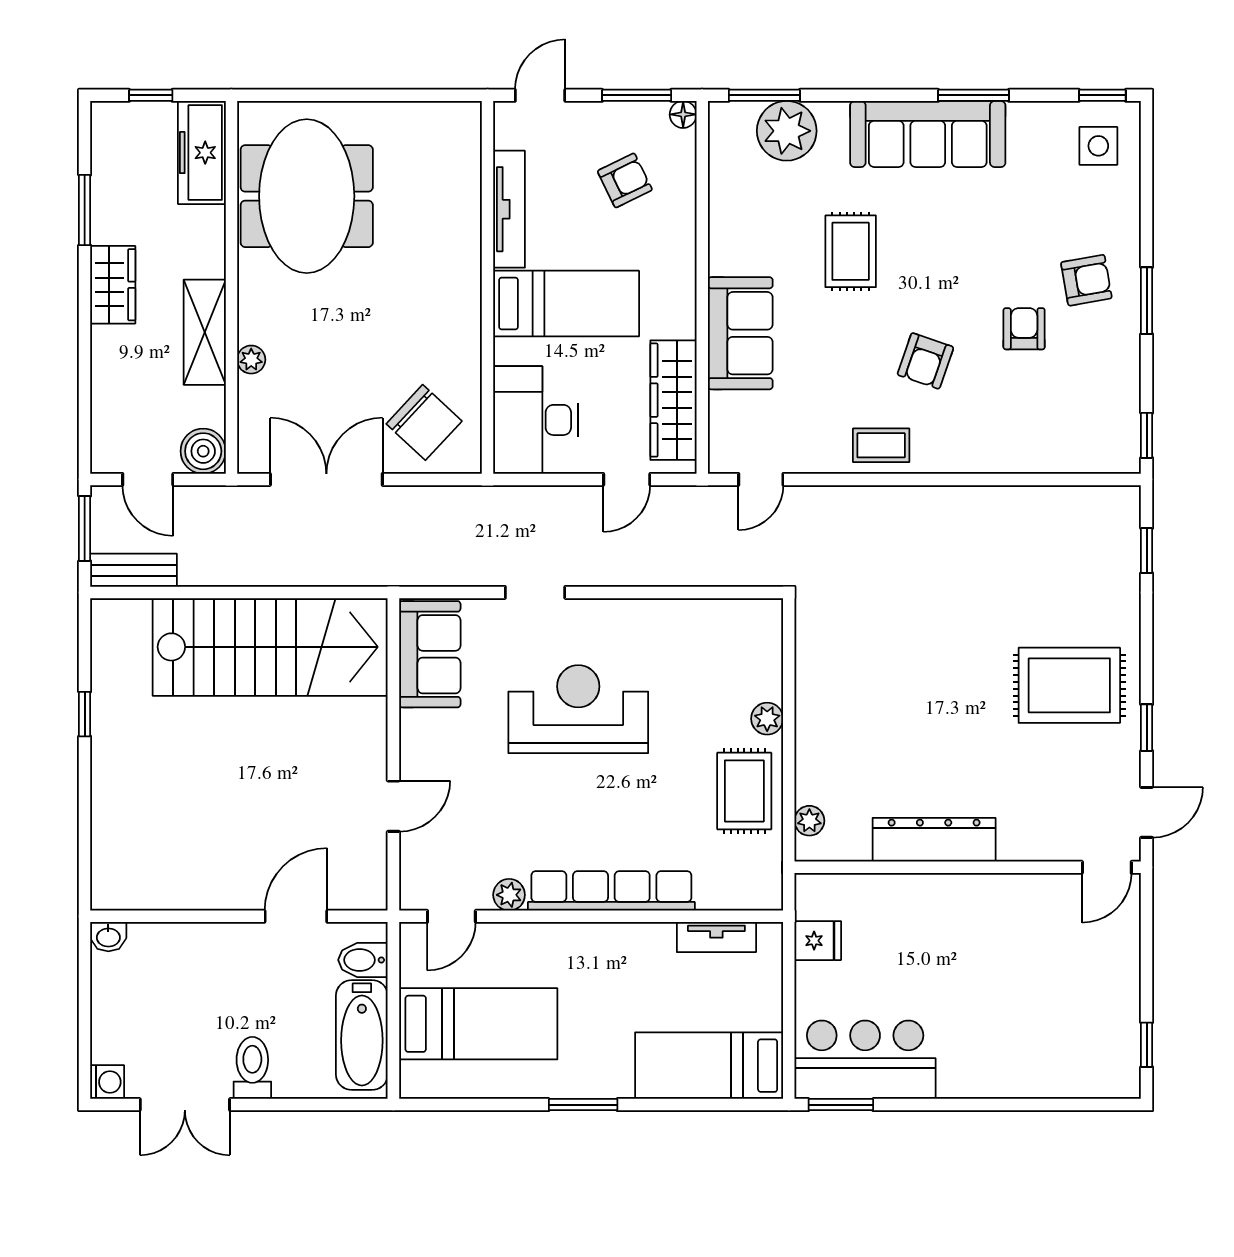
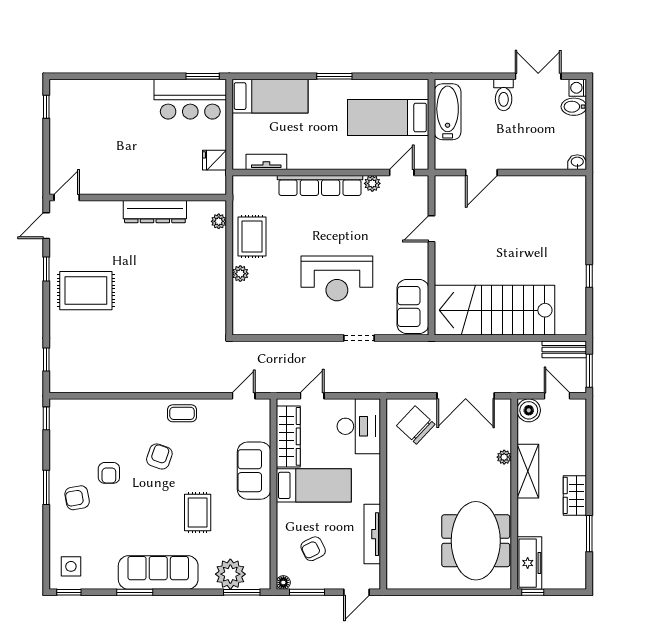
window: (151, 95) -> (533, 592), moved
bed: (566, 304) -> (314, 485), moved, turned 180
bidet: (363, 960) -> (574, 107), moved, turned 180

